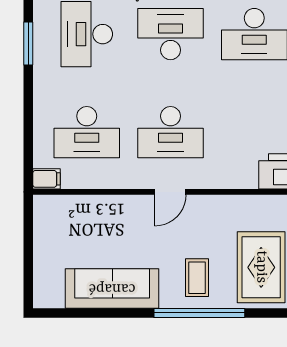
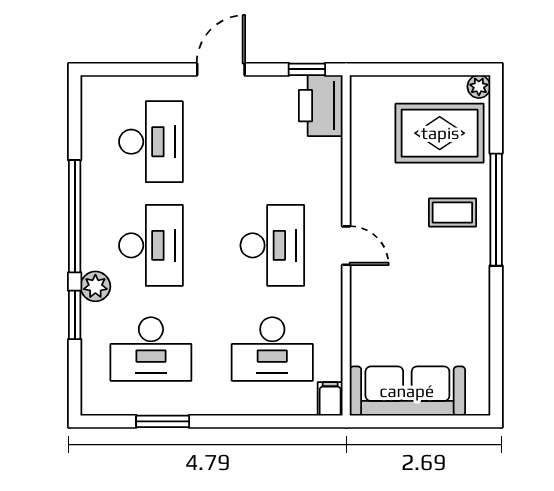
desk: (171, 34) -> (151, 245), turned 180
desk: (87, 132) -> (272, 349), turned 90
sofa: (112, 288) -> (407, 391), moved, turned 90

